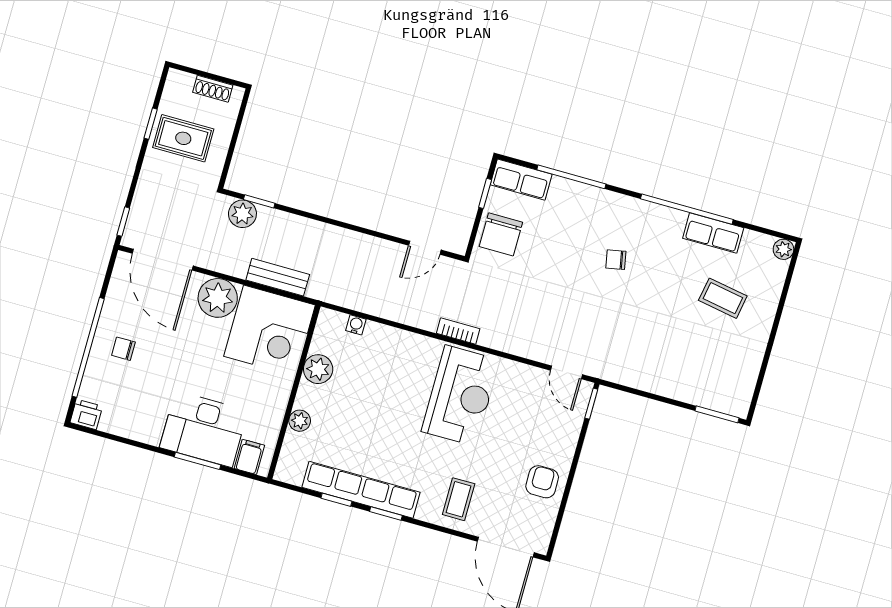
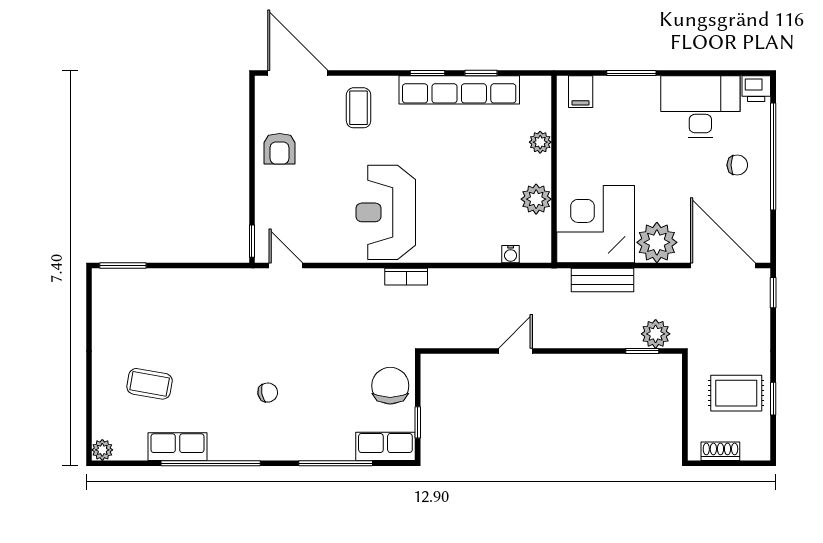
door: (425, 248) -> (515, 351), moved
desk: (204, 429) -> (700, 107), moved

